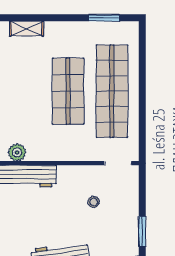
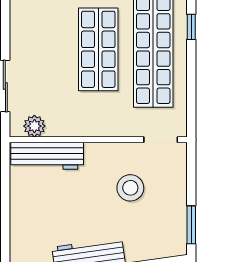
window: (142, 73) -> (191, 27), added
stool: (94, 202) -> (130, 188), width x1.89, depth x1.89

